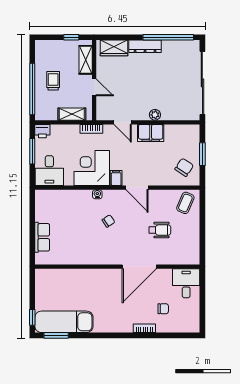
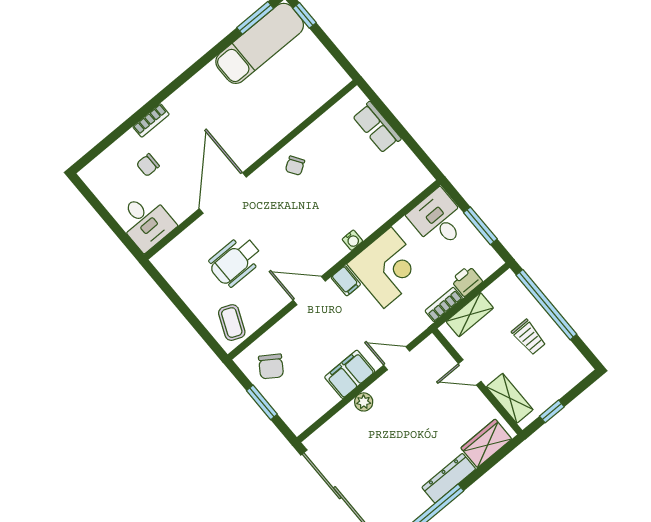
bookcase: (91, 129) -> (444, 305), moved
printer: (42, 131) -> (467, 281), moved
chair: (108, 221) -> (295, 166), moved
wheelchair: (160, 230) -> (235, 261), width x1.36, depth x1.37

